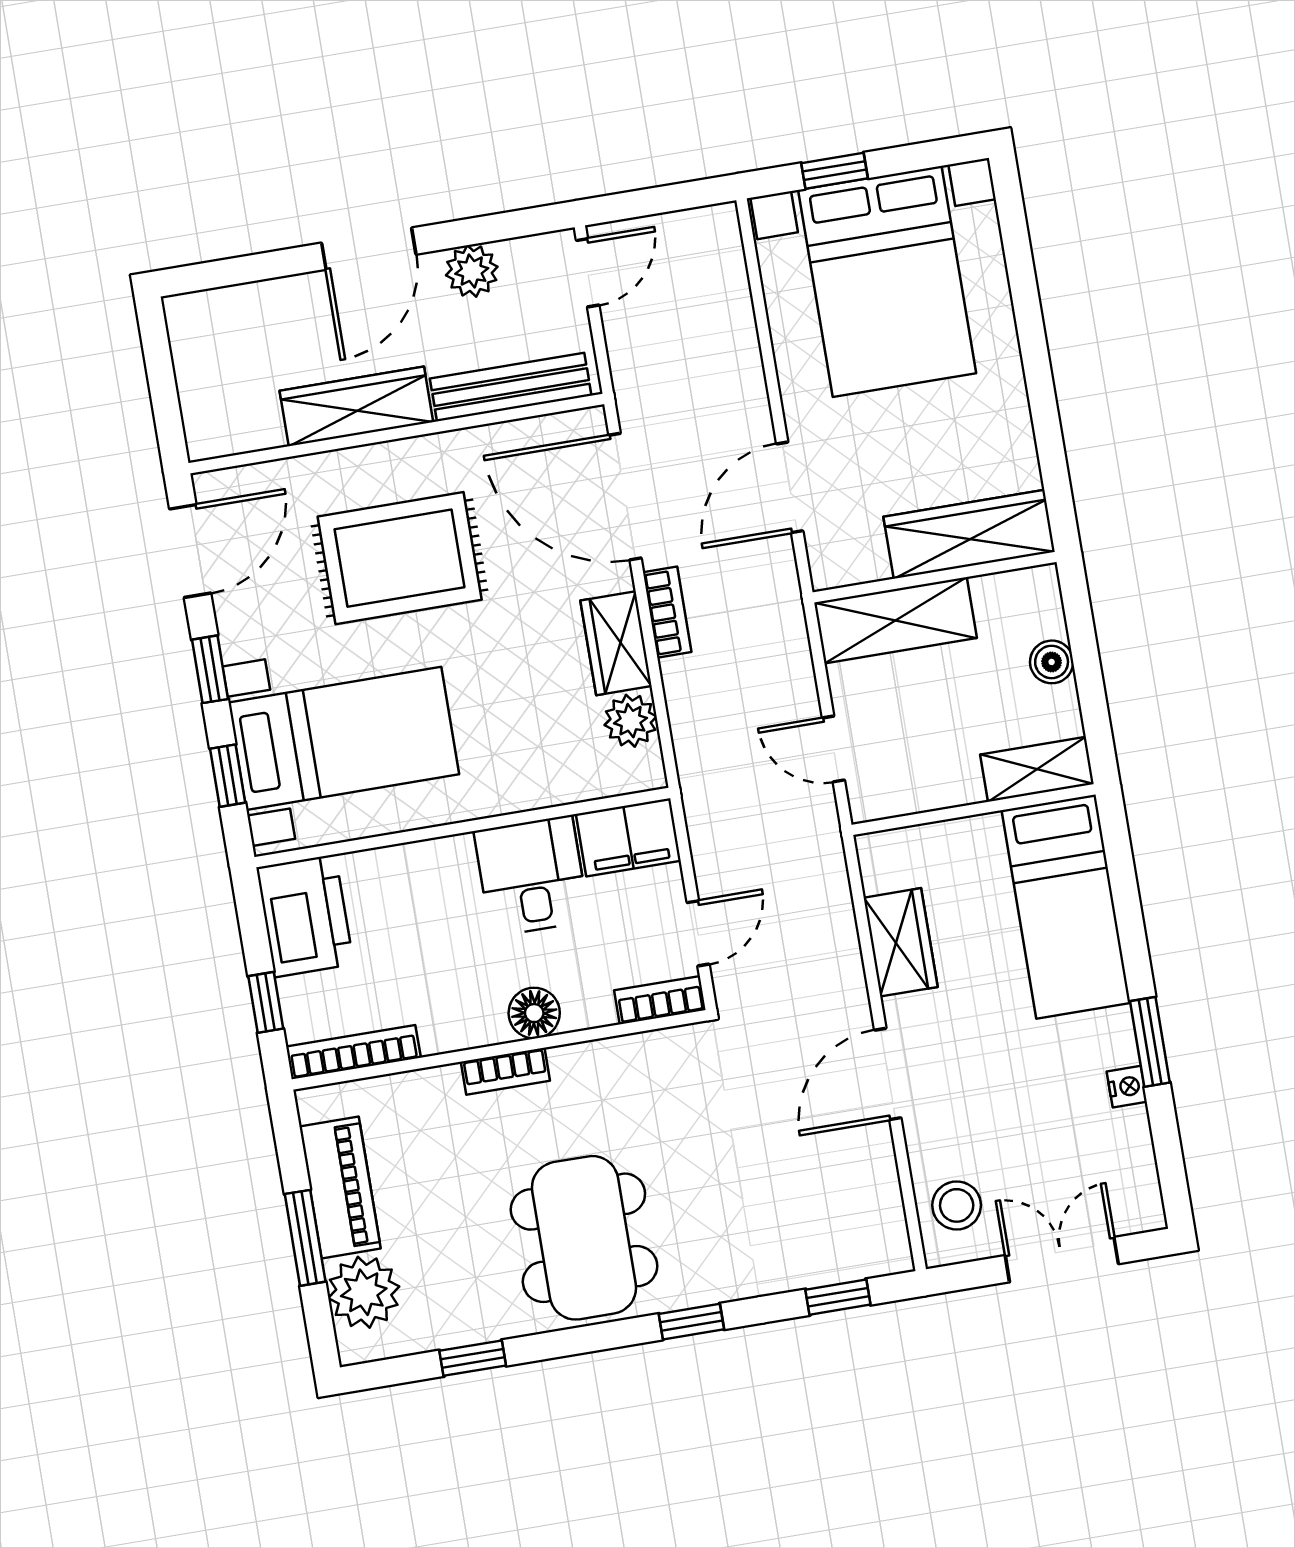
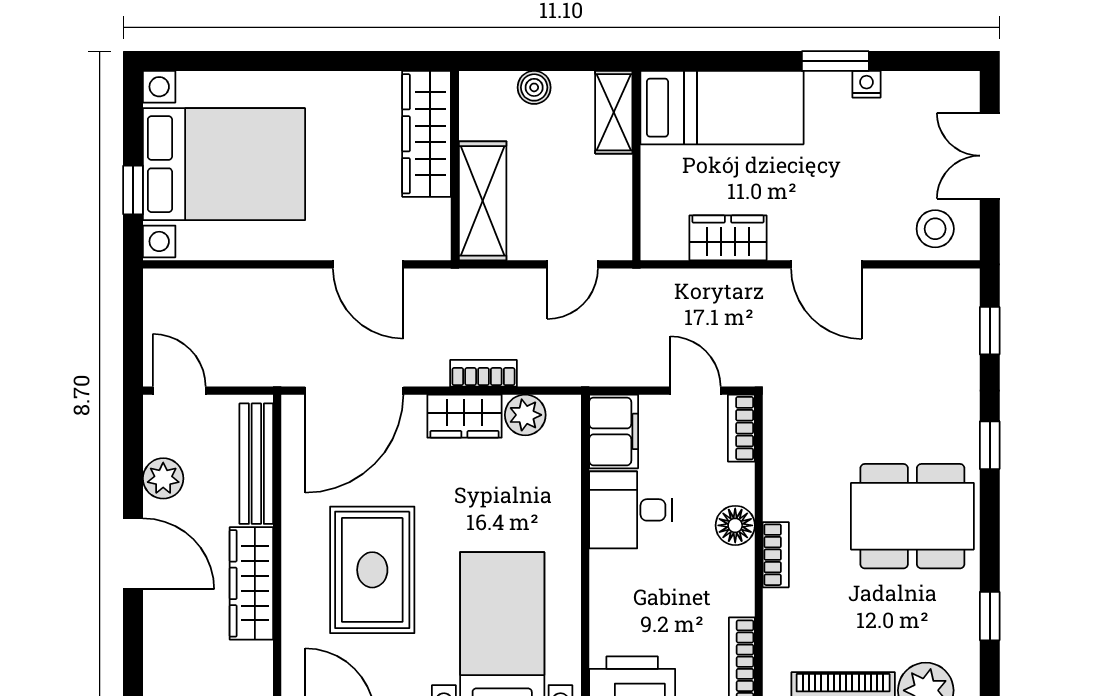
bookcase: (667, 612) -> (483, 373), moved

